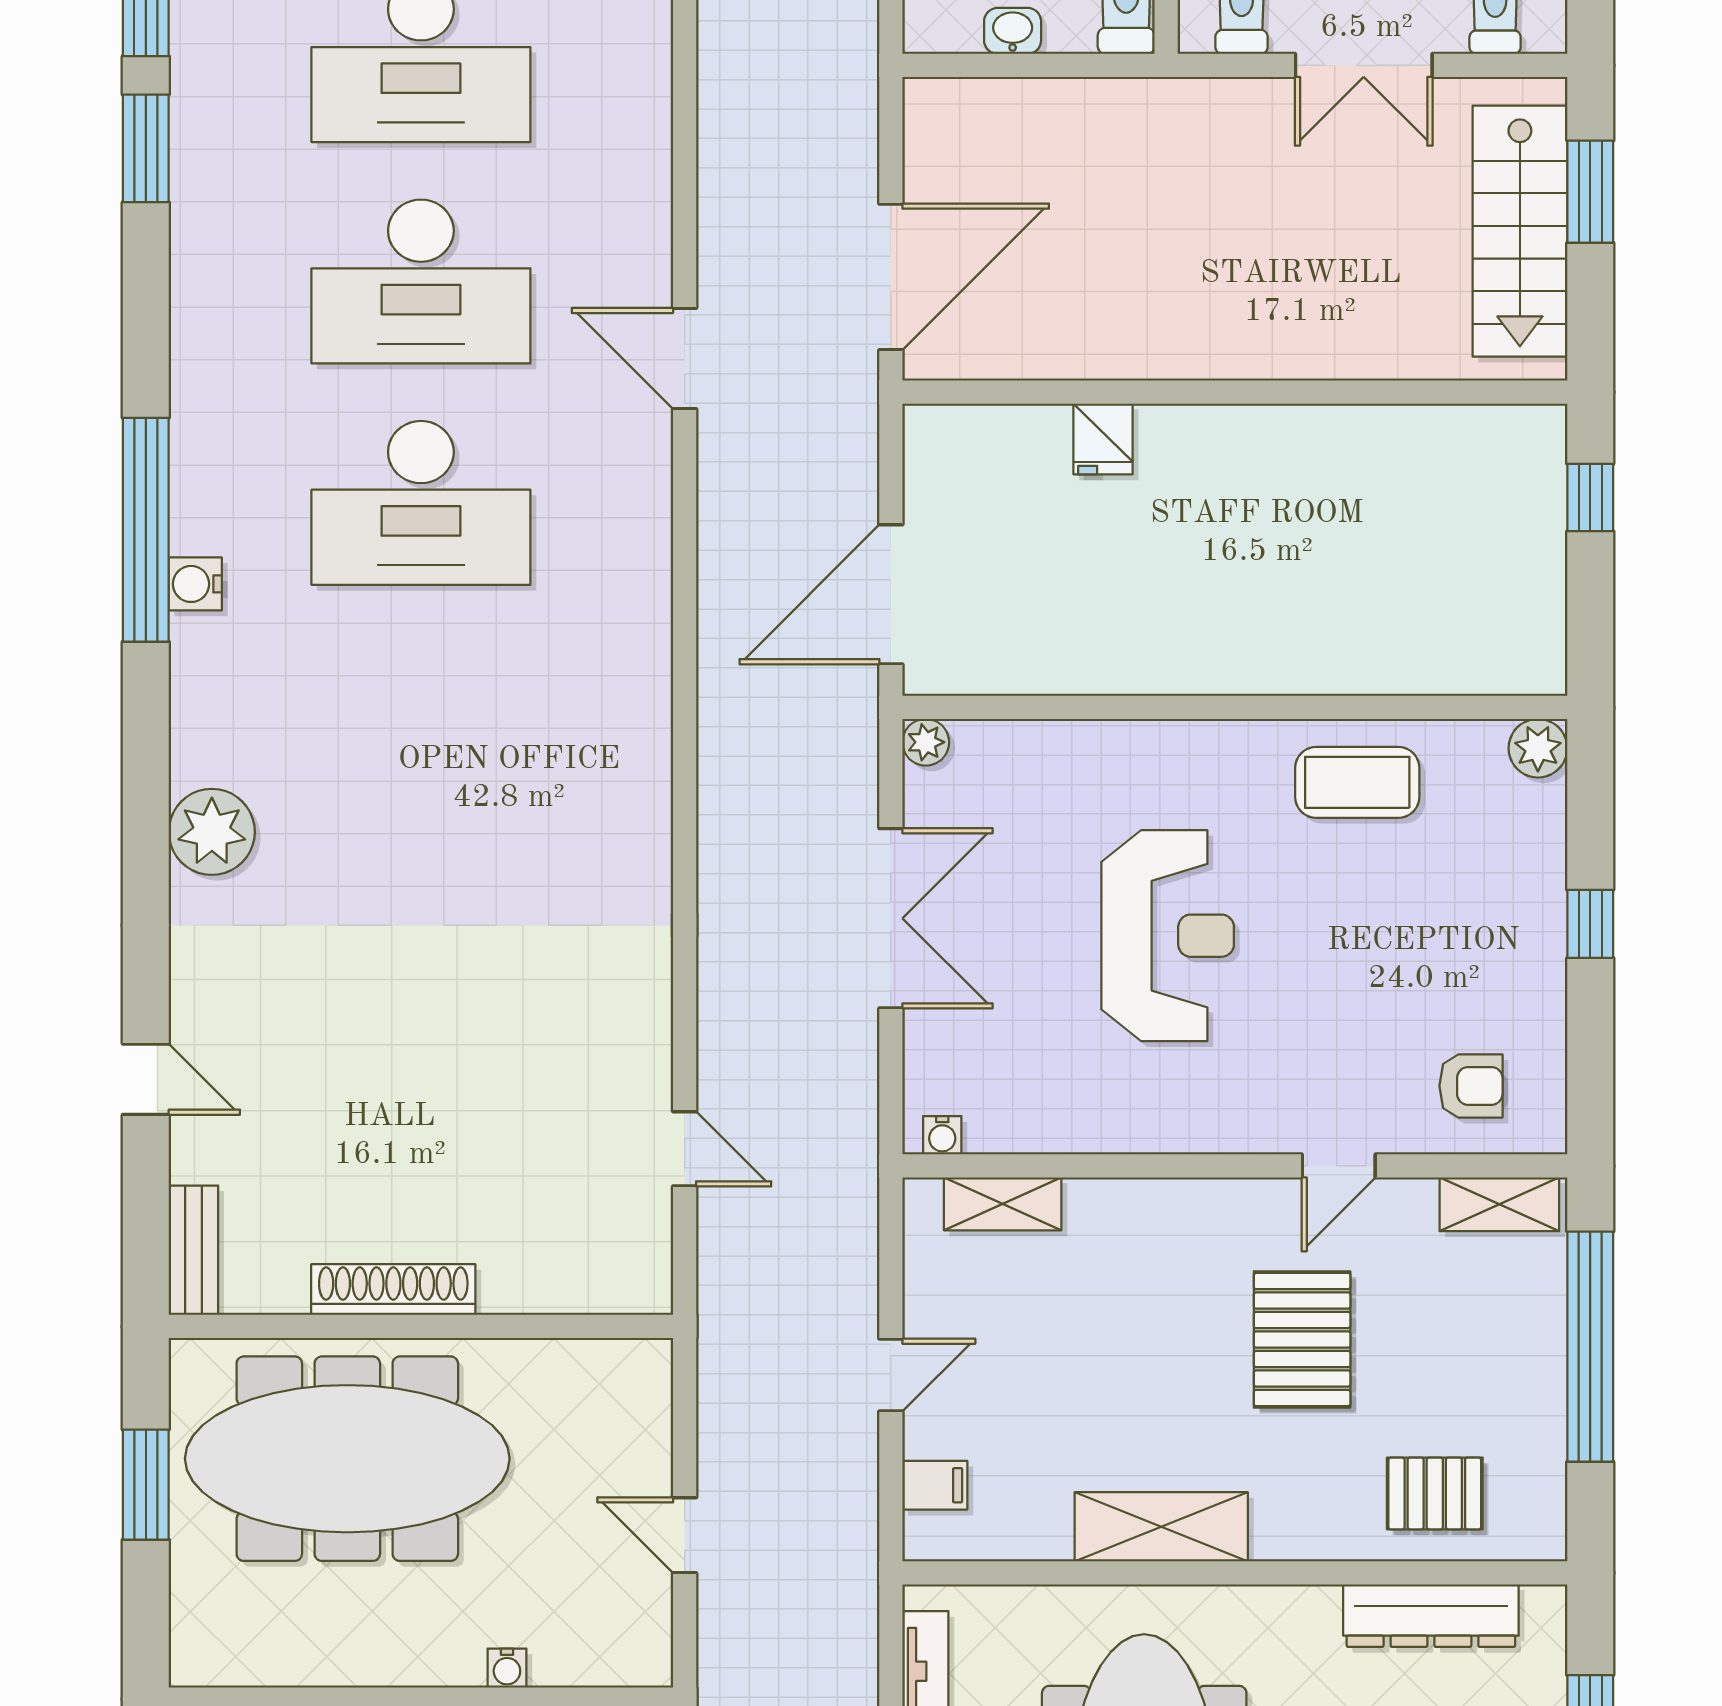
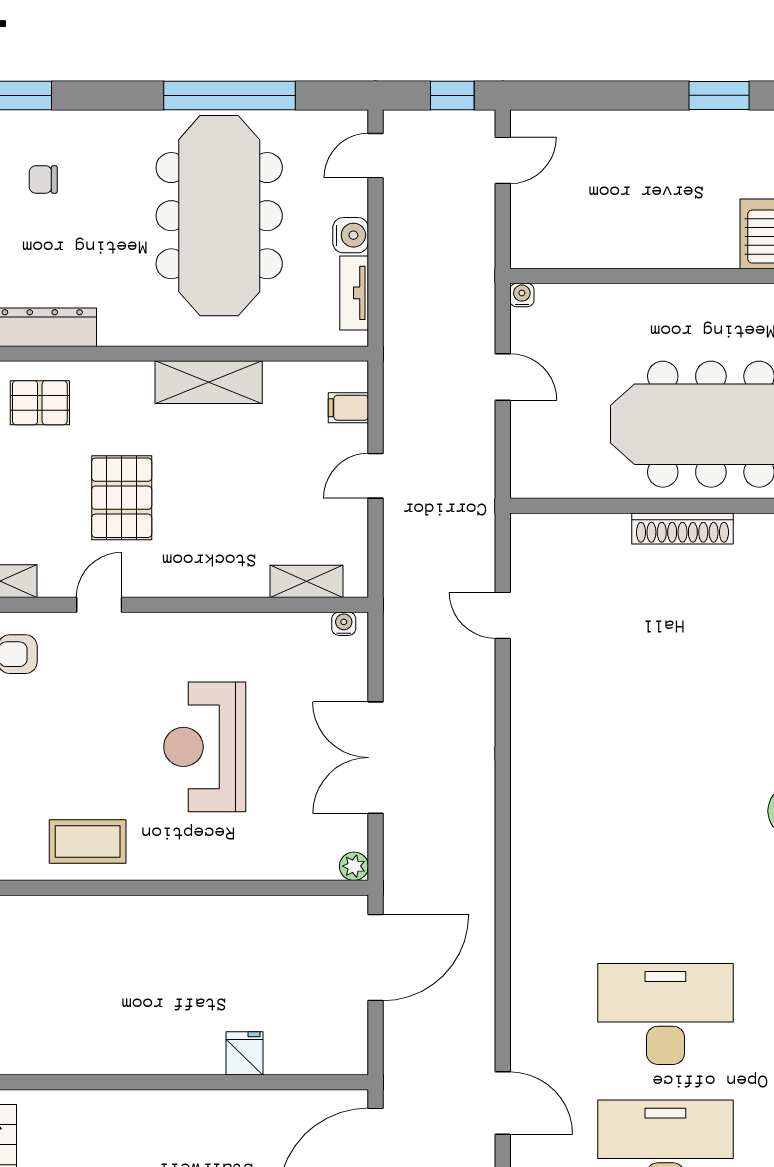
water cooler: (507, 1668) -> (522, 295), moved

